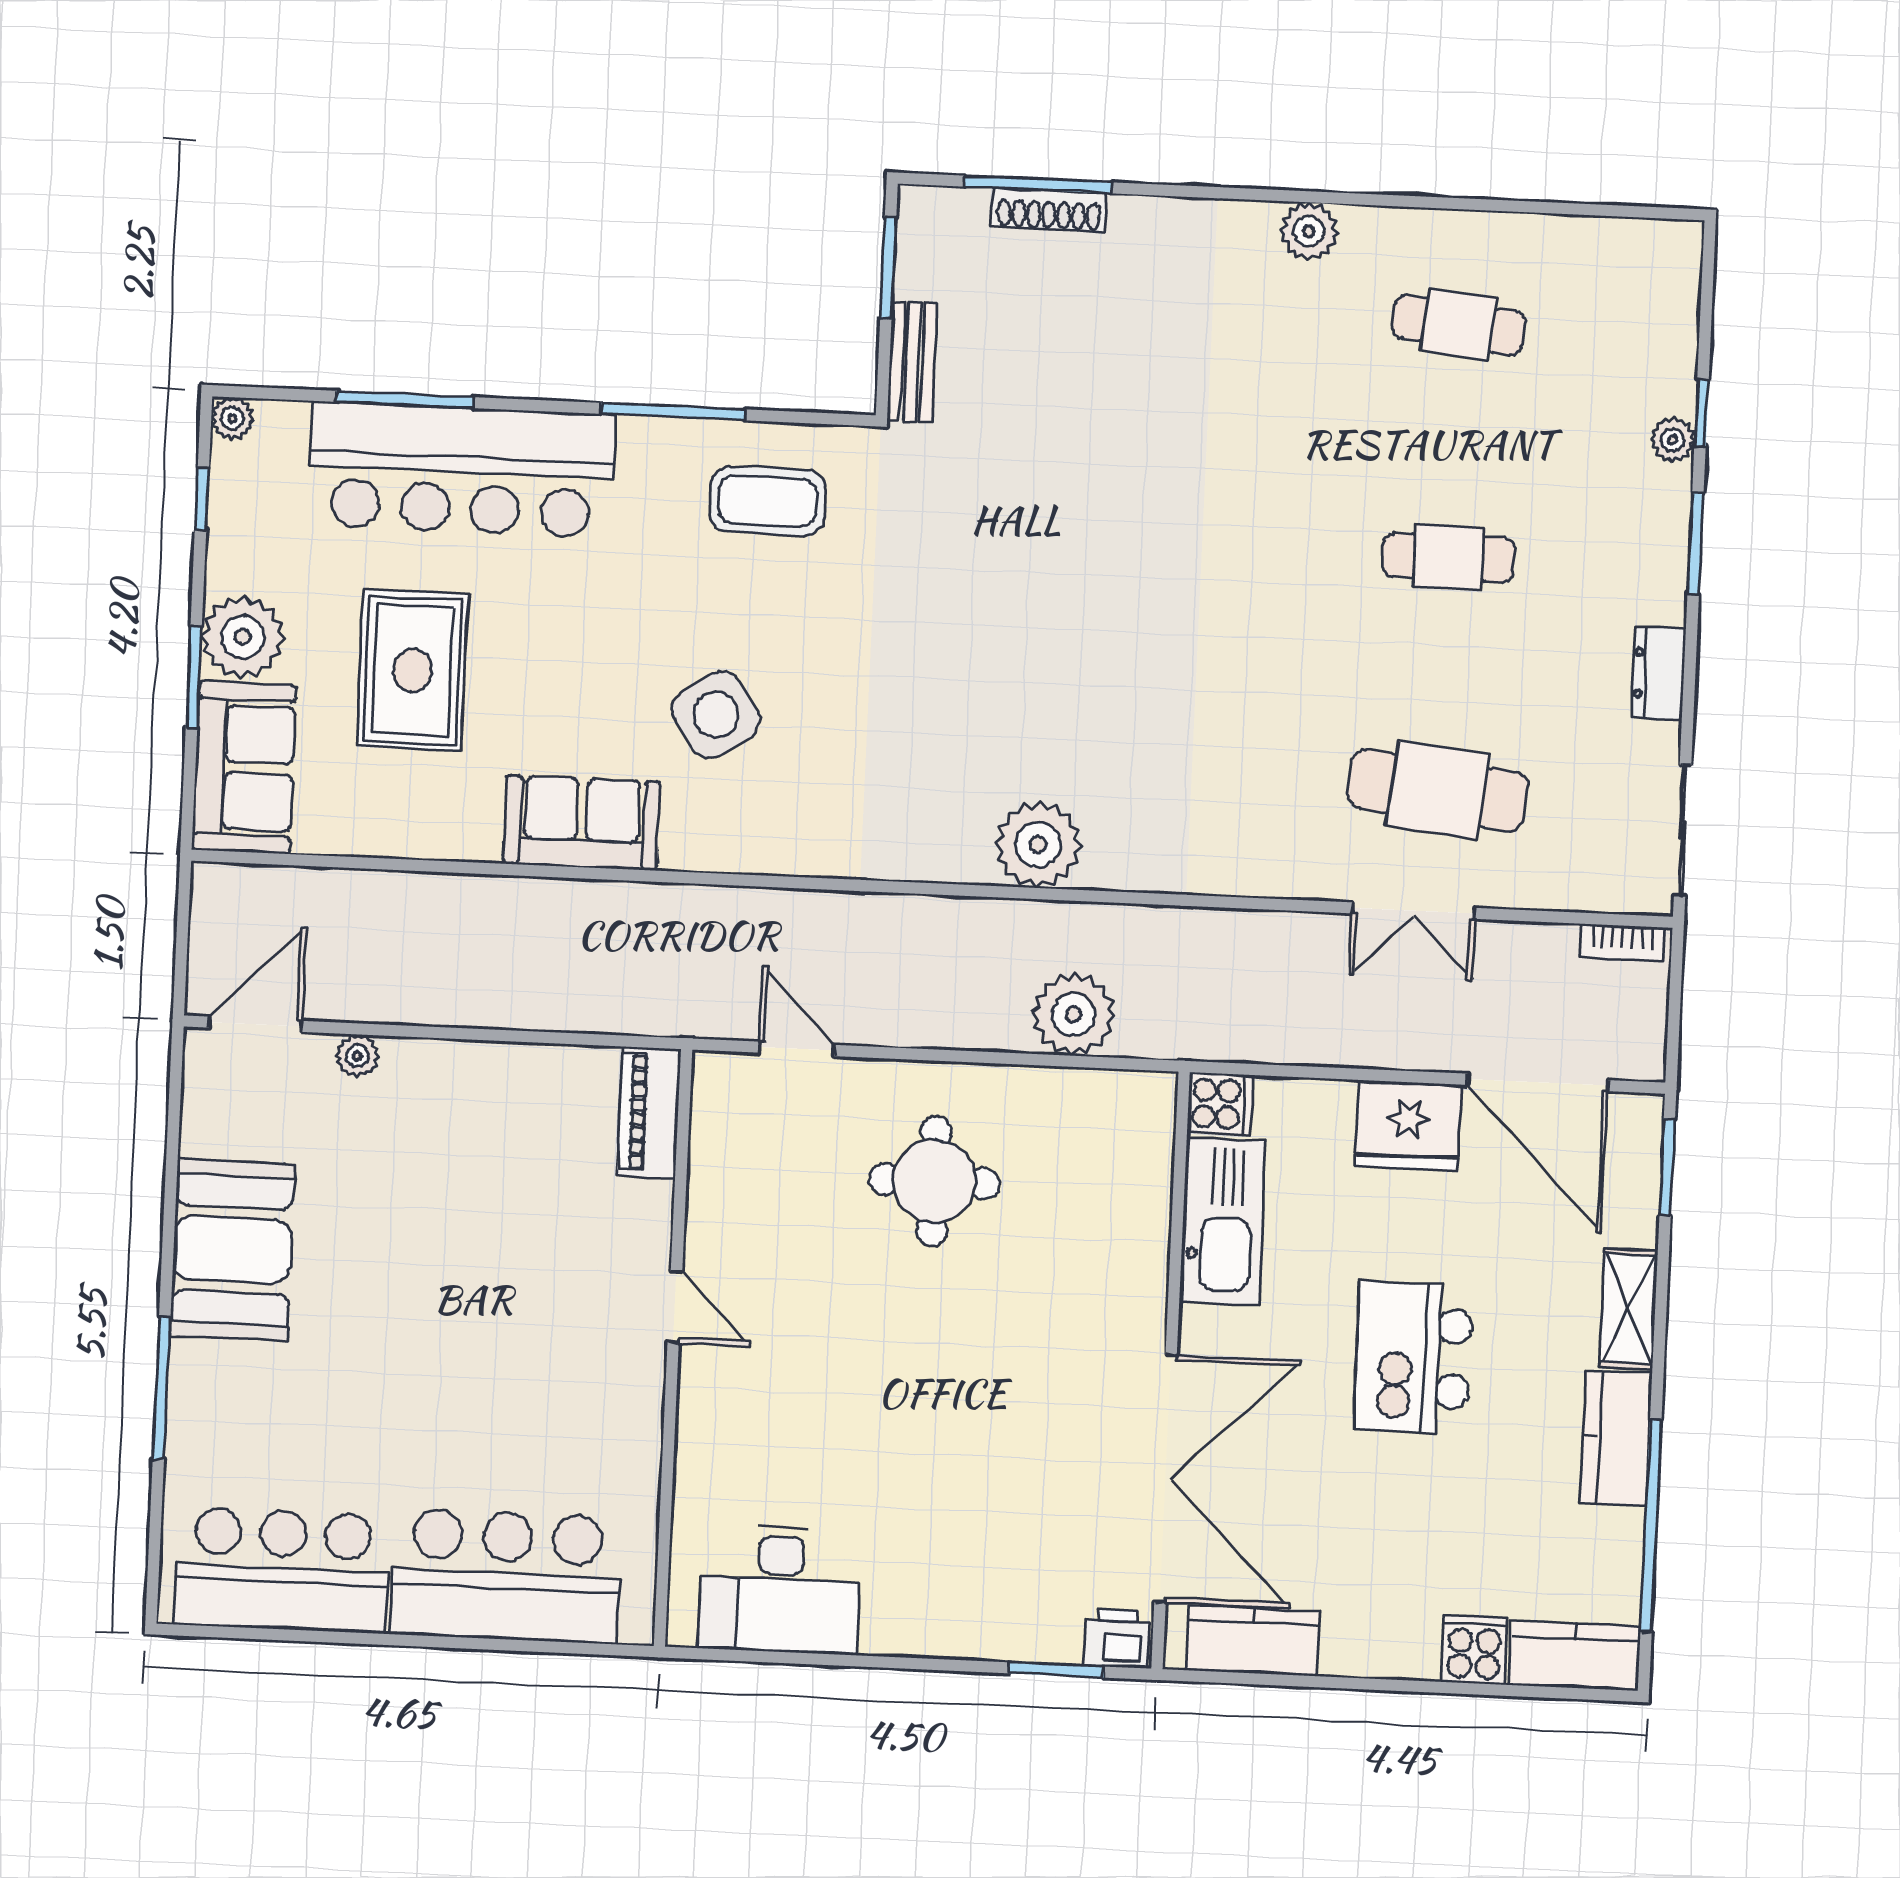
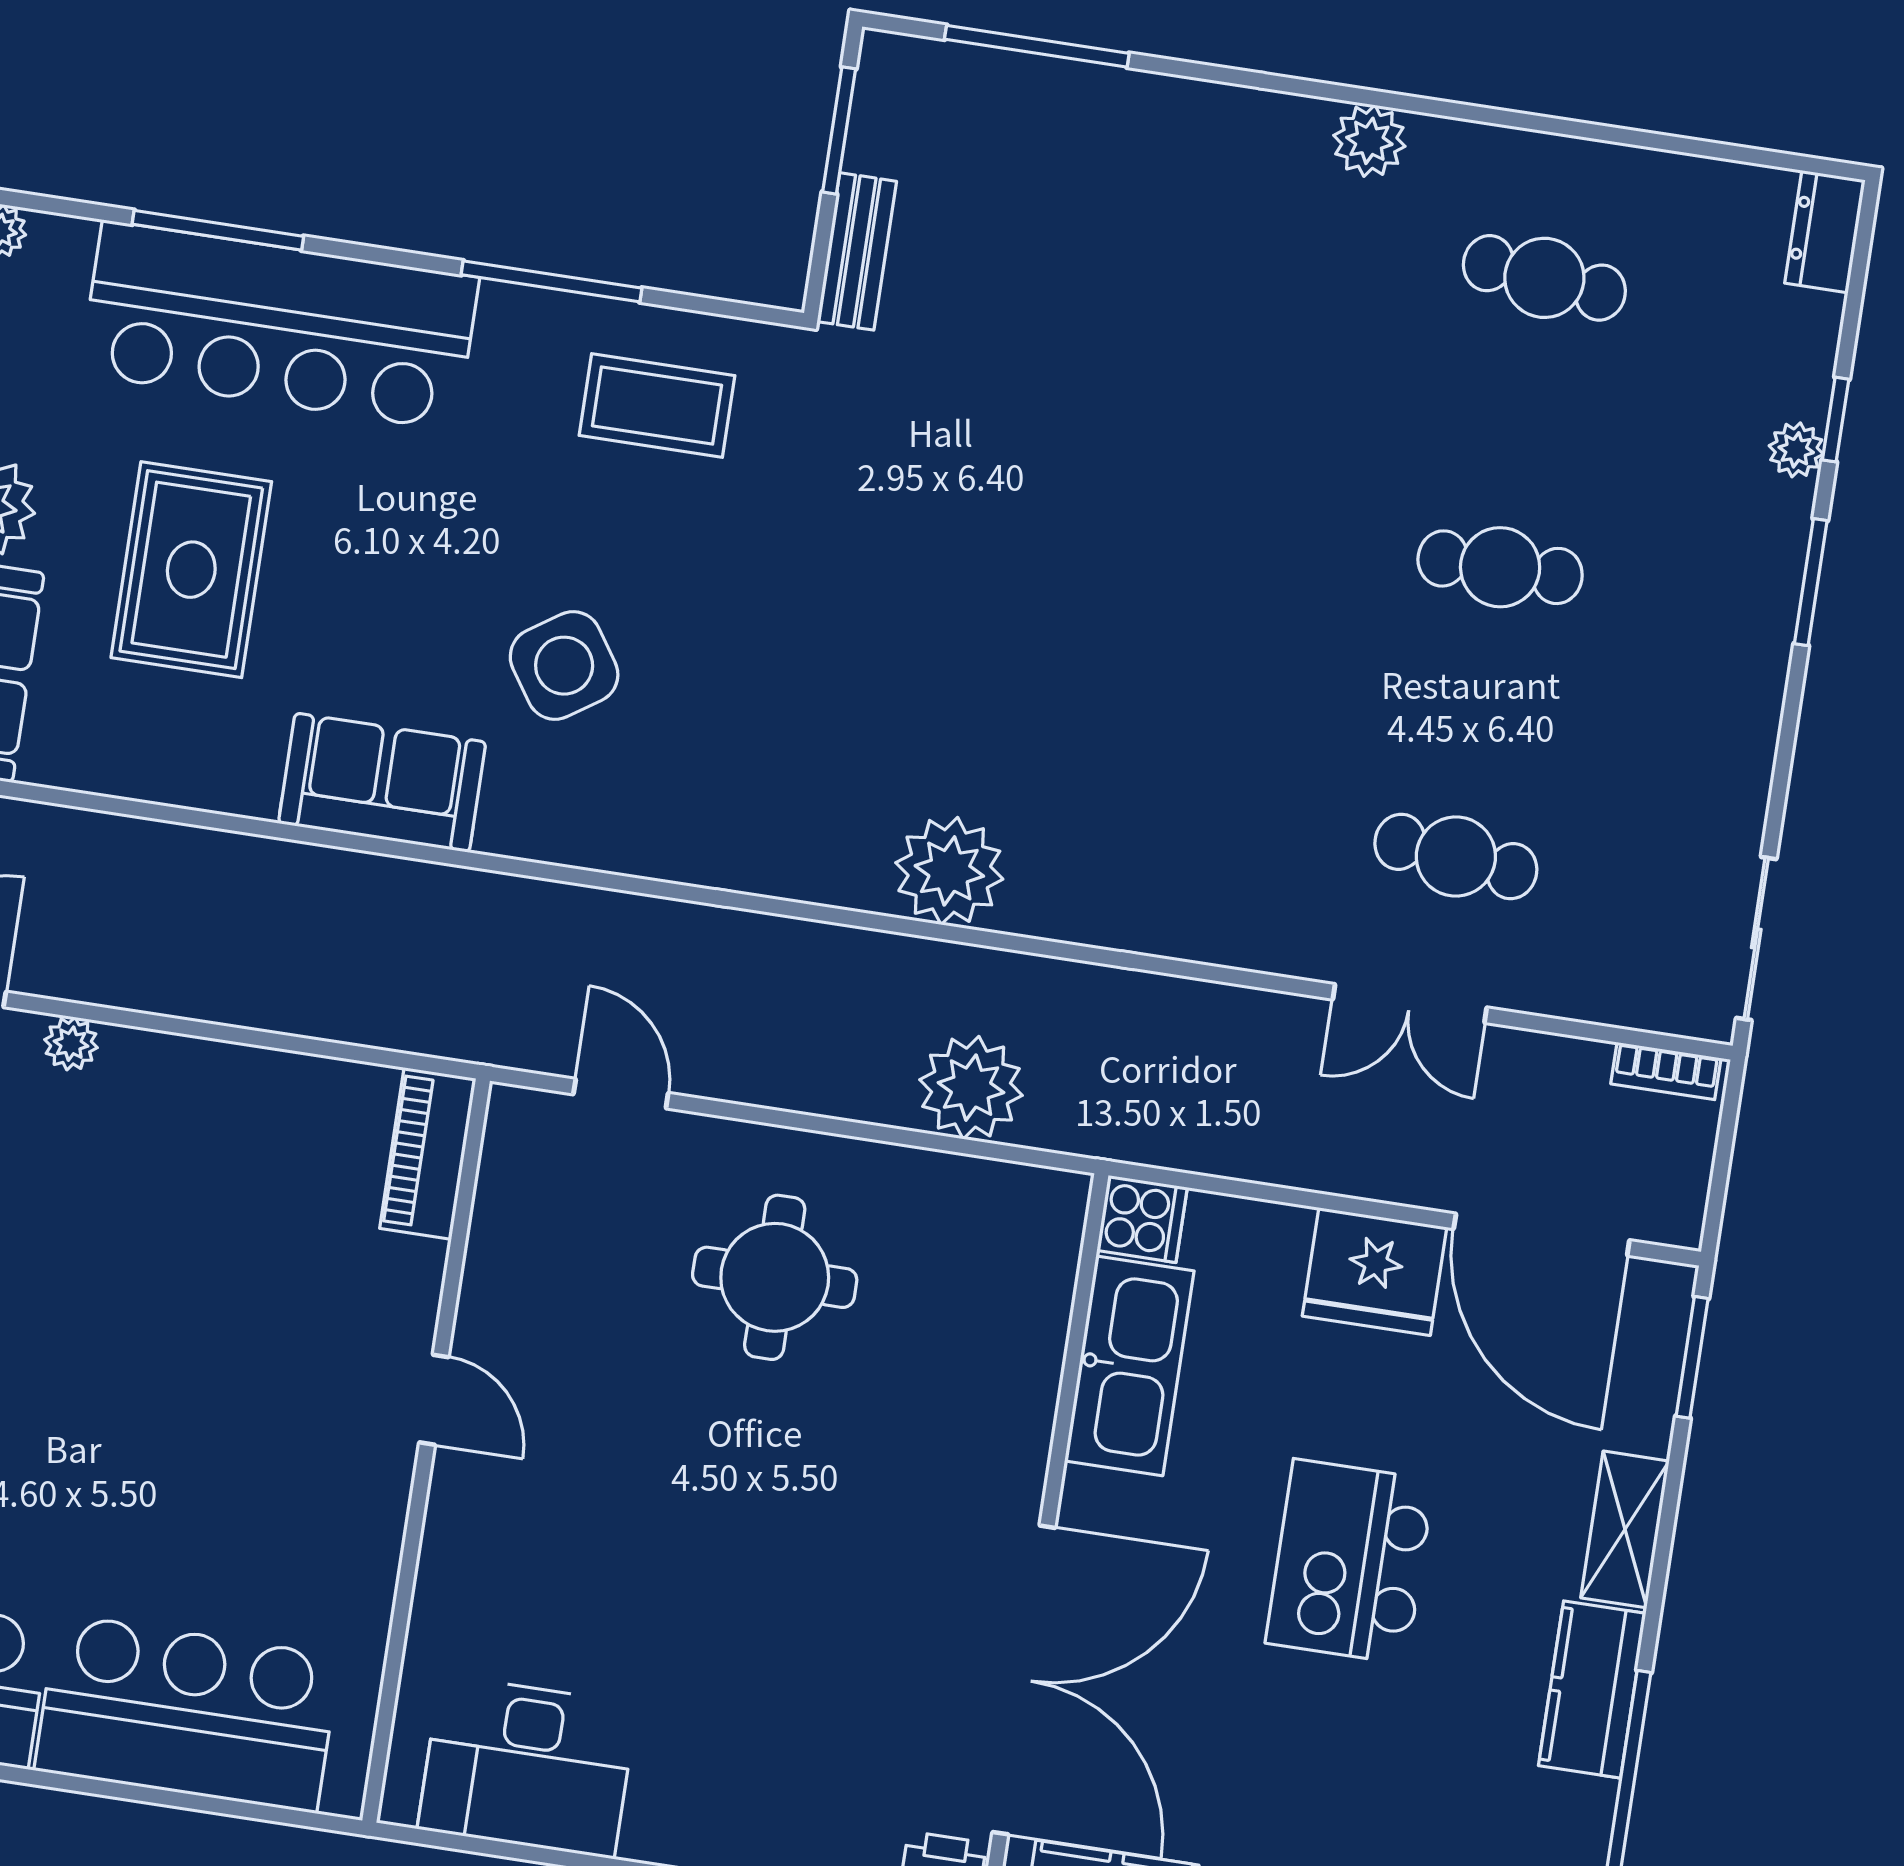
shoe rack: (1049, 210) -> (1048, 79), removed
dresser: (1659, 673) -> (1825, 232), moved
cafe table: (1438, 790) -> (1456, 856), width x0.73, depth x0.74

